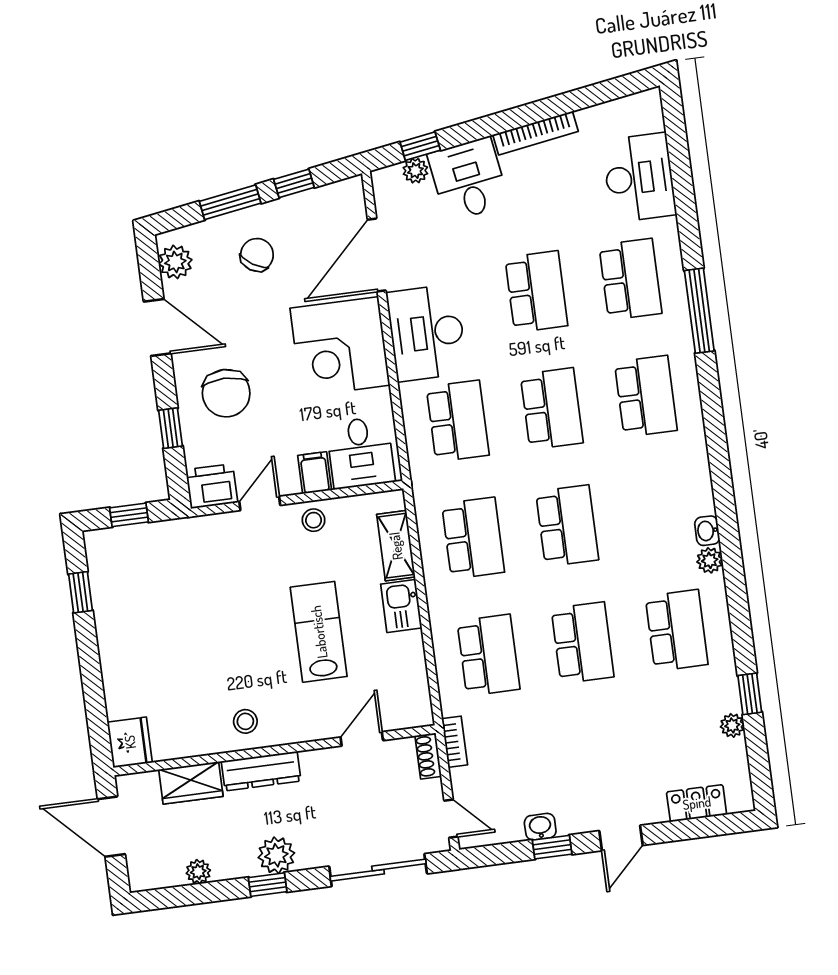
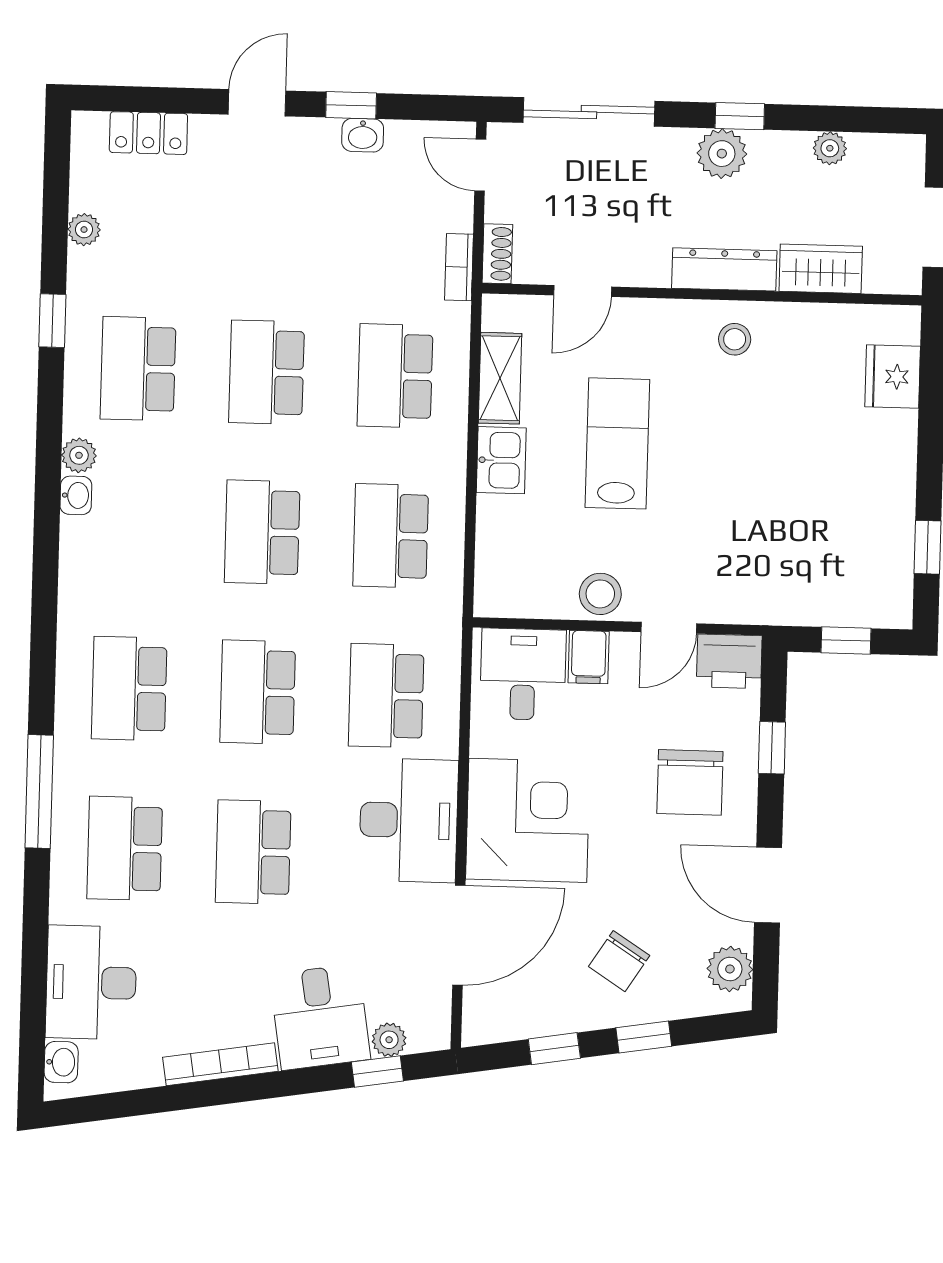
washbasin: (652, 116) -> (61, 1062), added
window: (230, 202) -> (644, 1037), width x0.67
chair: (226, 393) -> (690, 782), turned 180
stool: (314, 520) -> (600, 594), width x1.37, depth x1.37
shelving: (396, 546) -> (500, 378), moved
lab bench: (319, 632) -> (617, 443), turned 180
window: (750, 694) -> (52, 321), moved
fridge: (130, 742) -> (893, 377), moved

